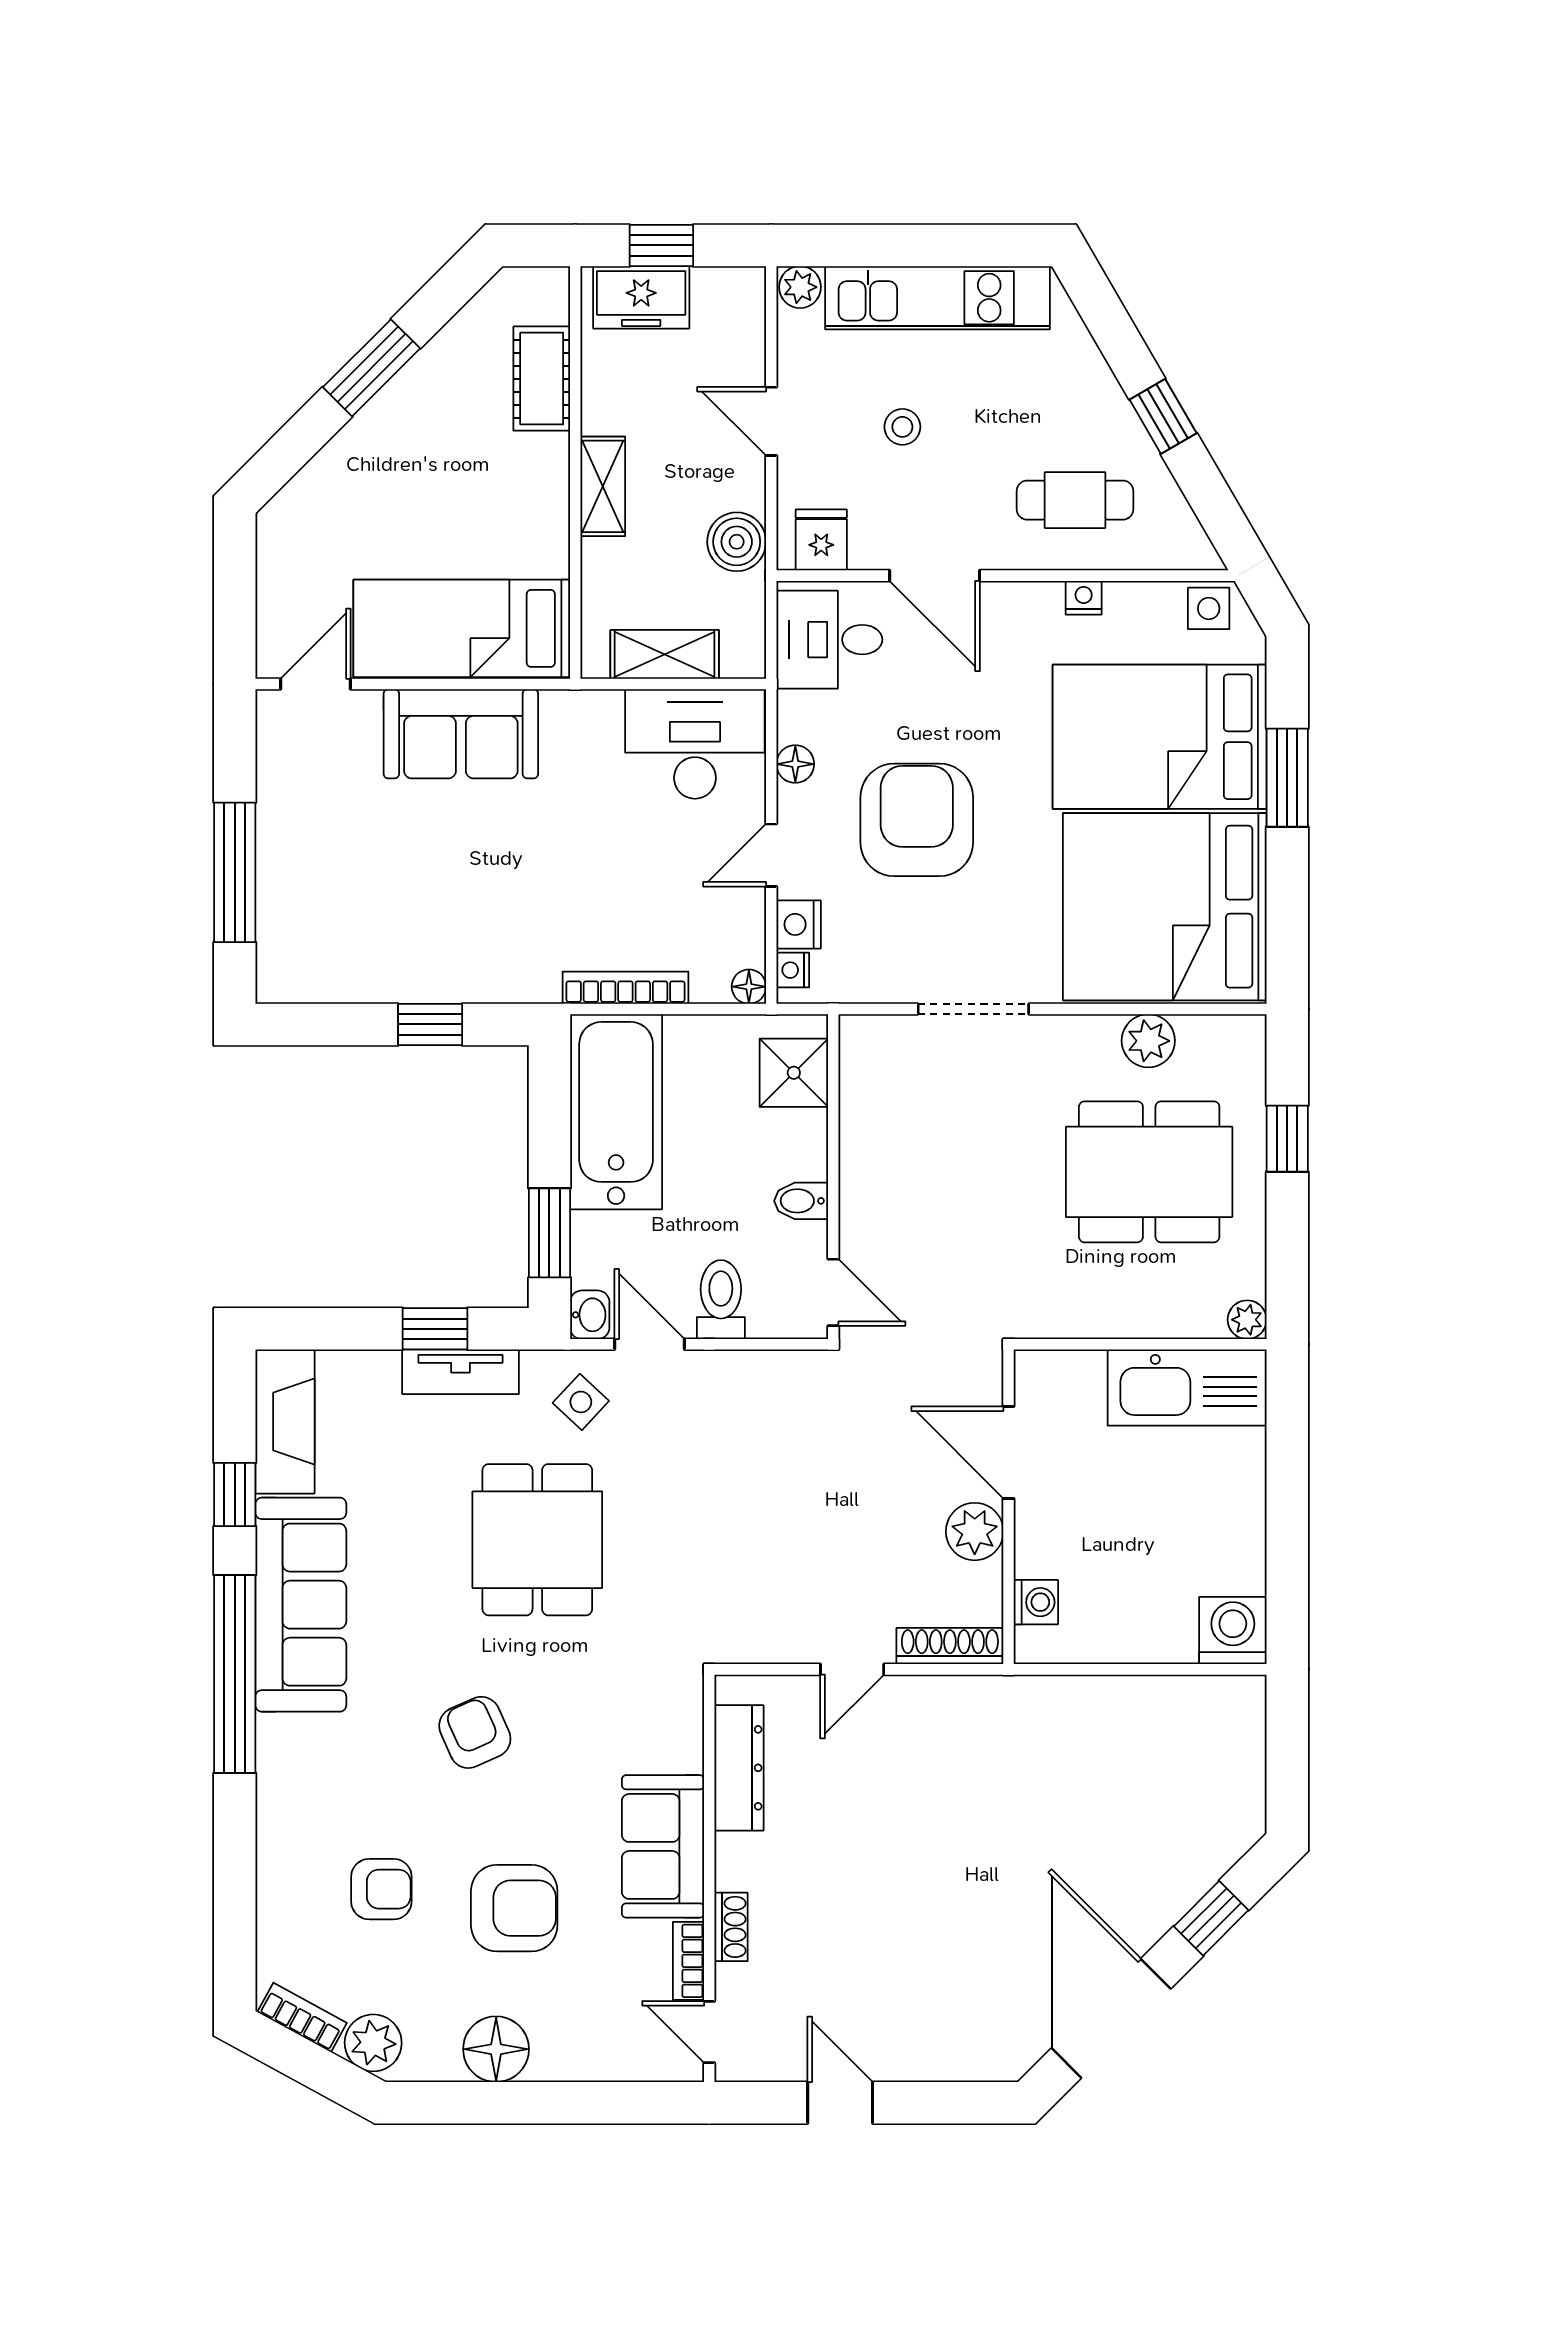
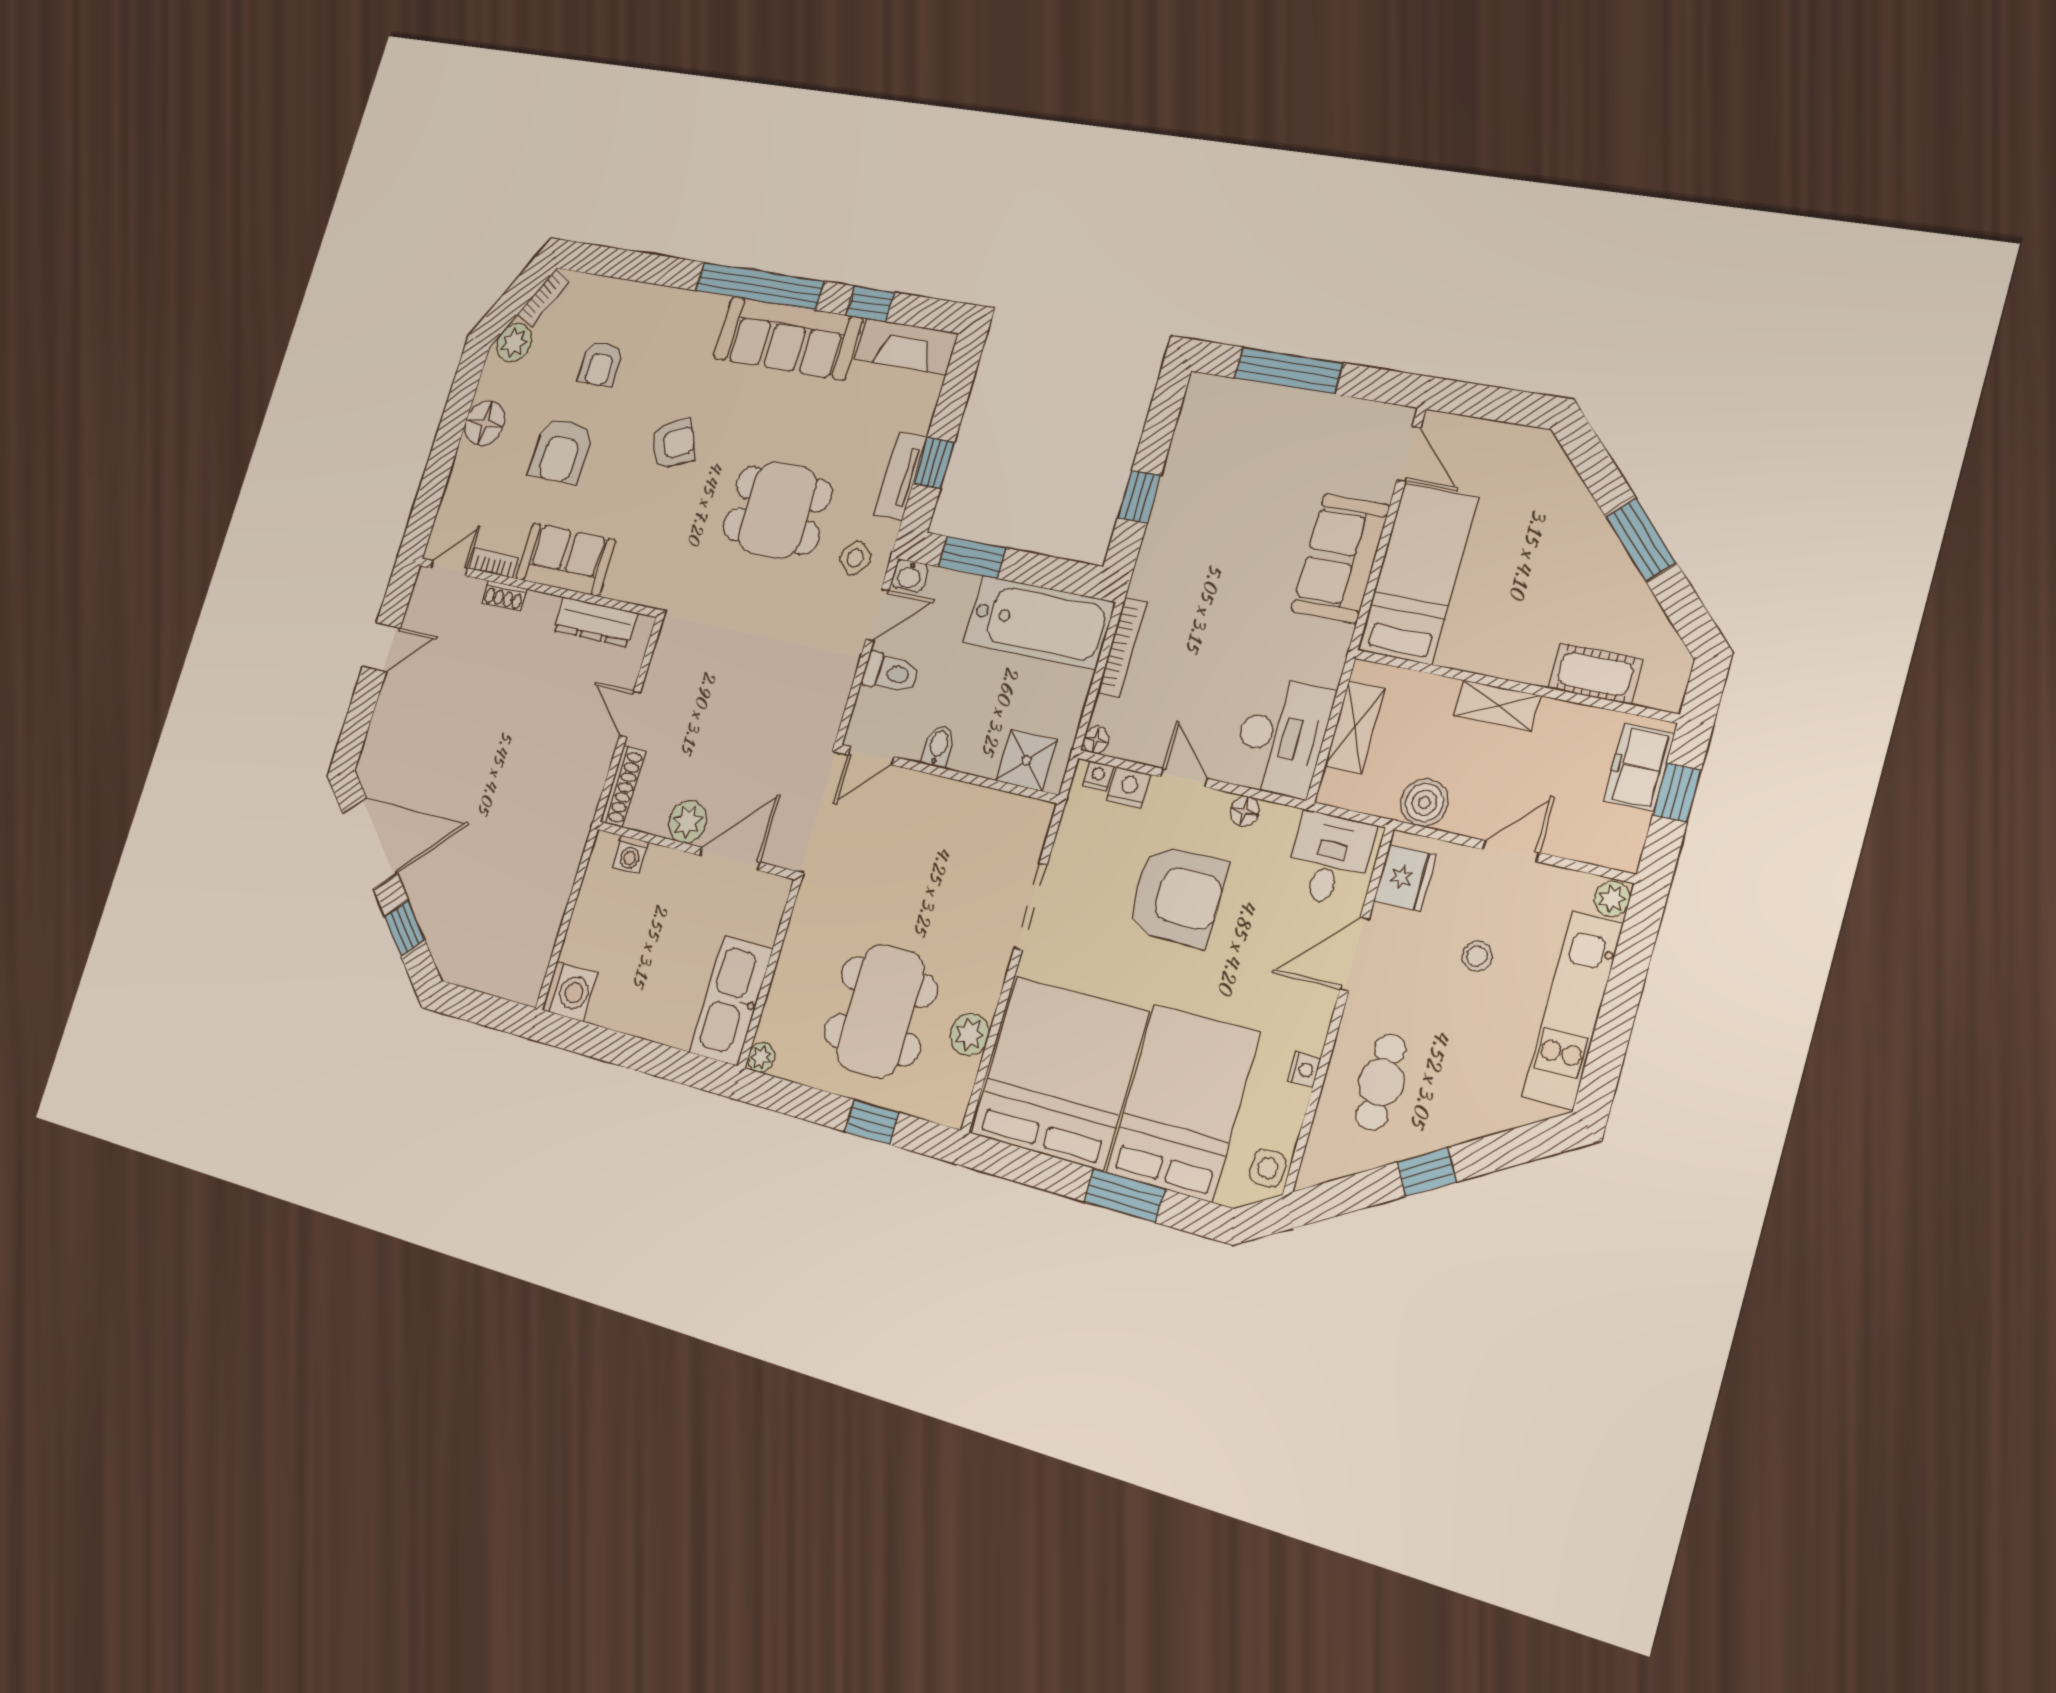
fridge: (821, 540) -> (1405, 878), width x1.38

